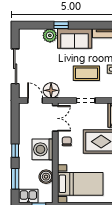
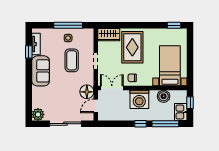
window: (61, 25) -> (29, 52), moved
plant: (50, 35) -> (38, 114), moved
window: (15, 179) -> (165, 124), width x1.44

